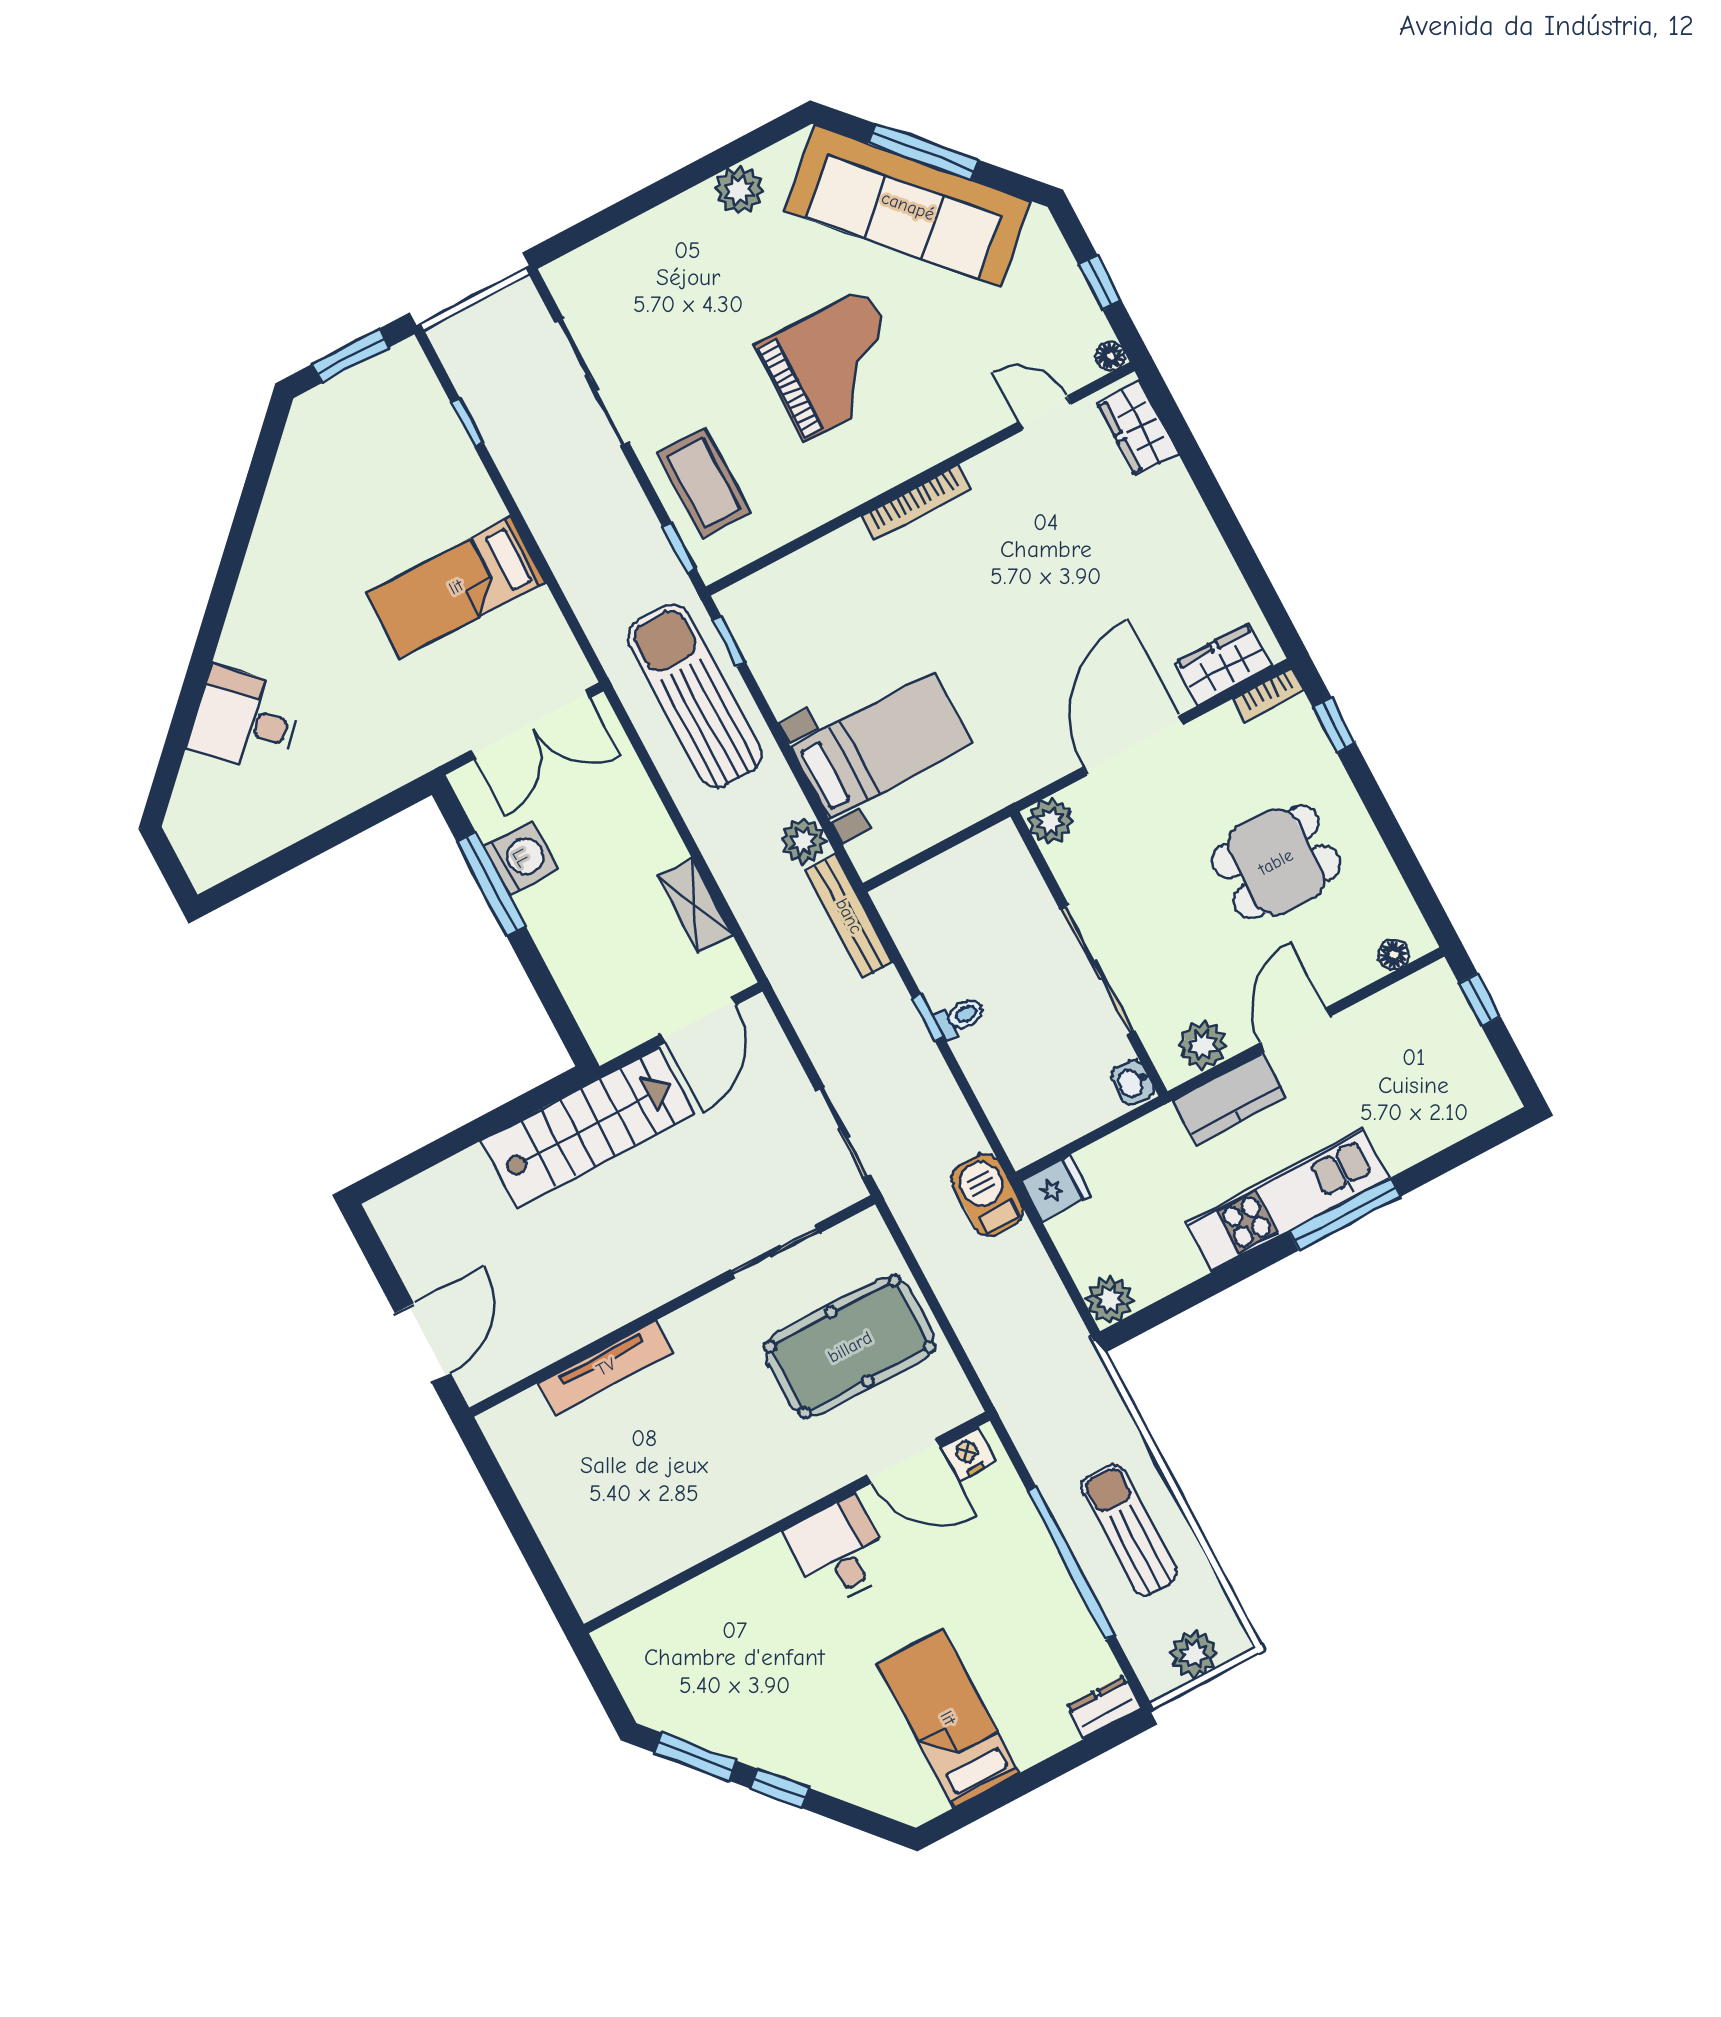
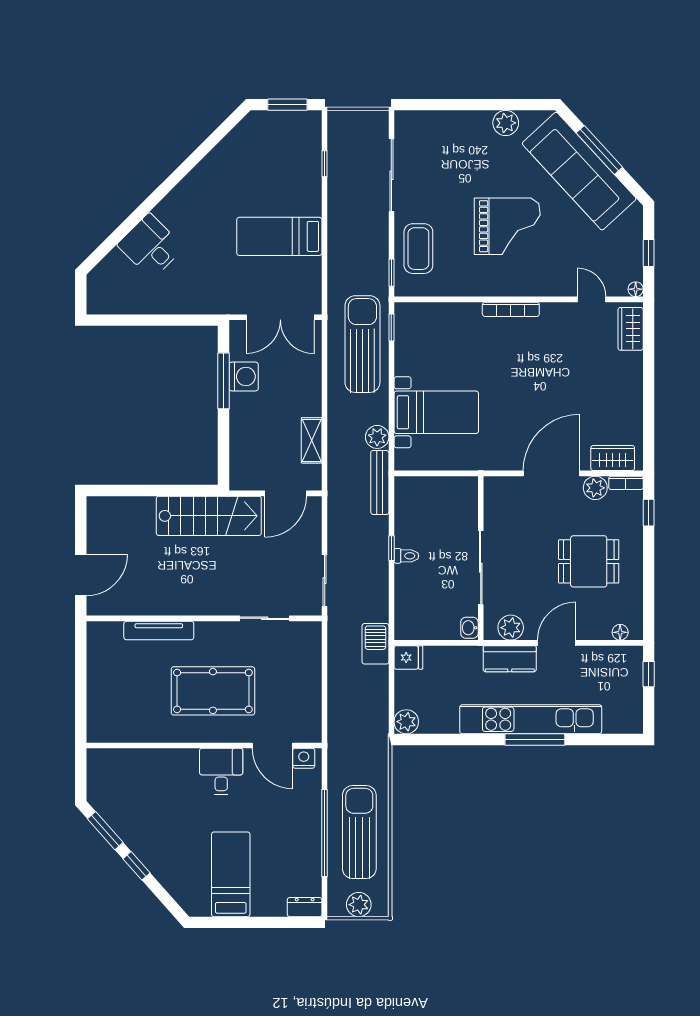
plant: (1050, 821) -> (595, 488), moved
kitchen unit: (1287, 1200) -> (531, 719), width x1.36
pool table: (850, 1347) -> (213, 691), moved
sun lounger: (1129, 1530) -> (359, 832), width x1.36, depth x1.34

